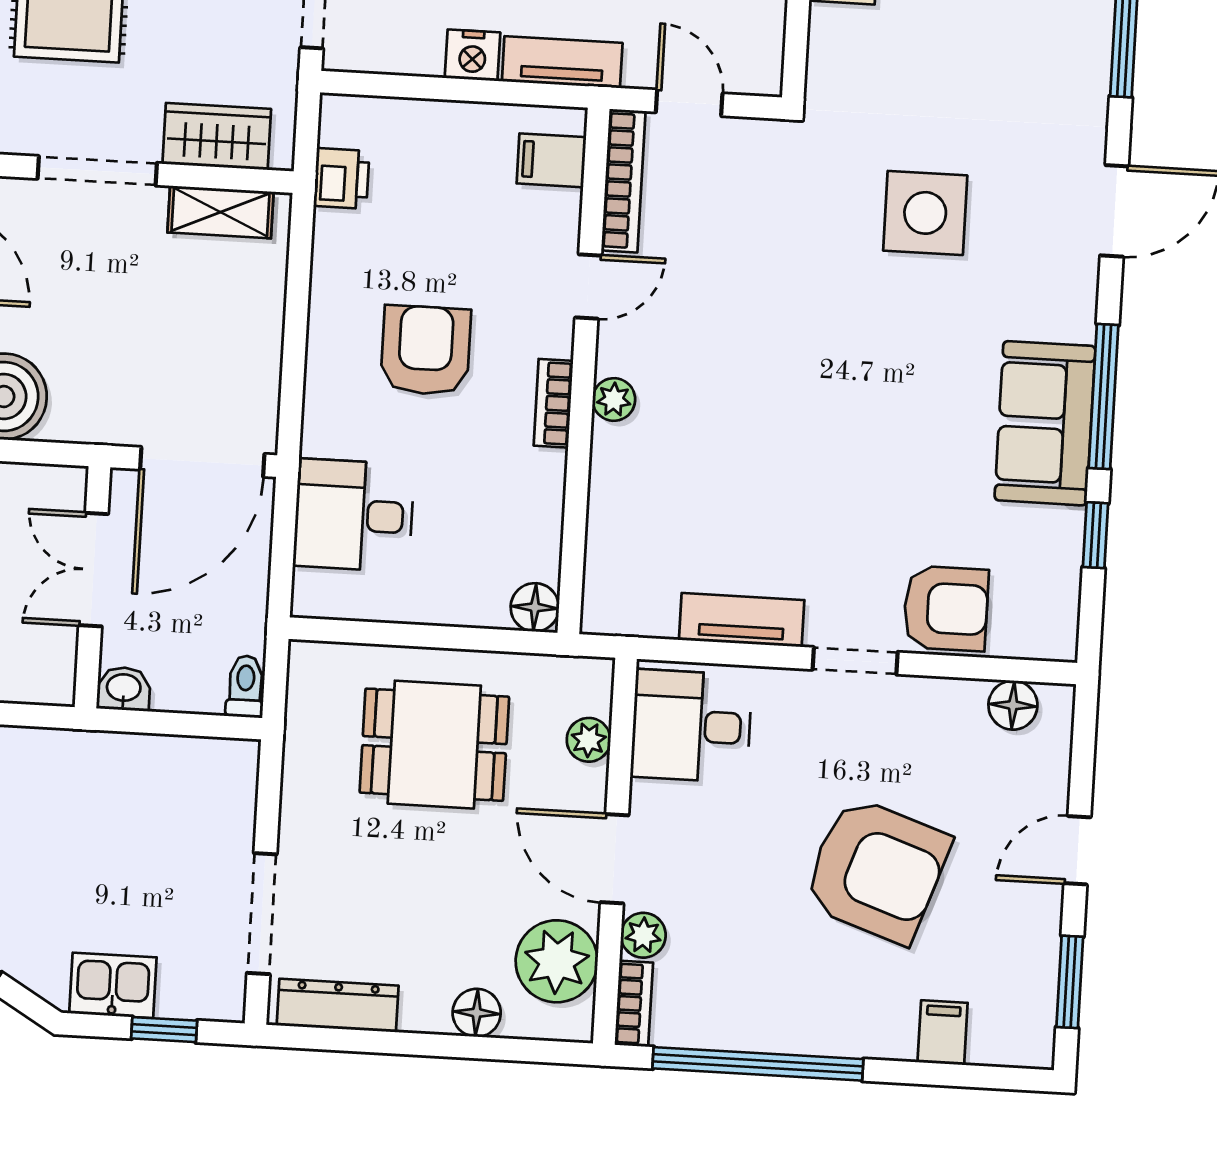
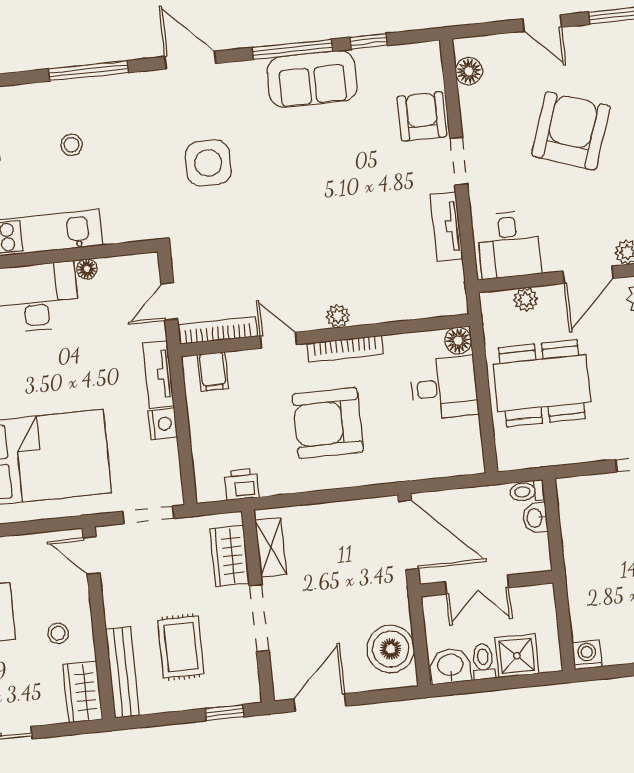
armchair: (426, 350) -> (328, 423), width x1.36, depth x1.36
bookcase: (553, 403) -> (345, 349), width x1.56
desk: (354, 515) -> (444, 388), moved, turned -90
washbasin: (124, 689) -> (535, 518), moved
dining table: (434, 745) -> (542, 383), width x1.37

